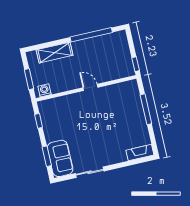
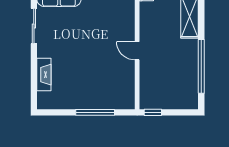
door: (90, 87) -> (137, 51), swing flipped
fireplace: (140, 153) -> (44, 75), moved

